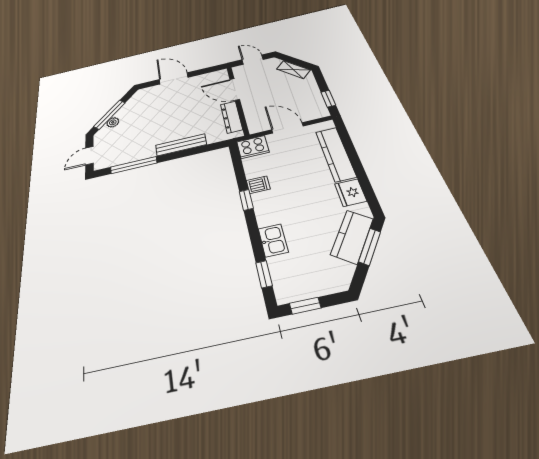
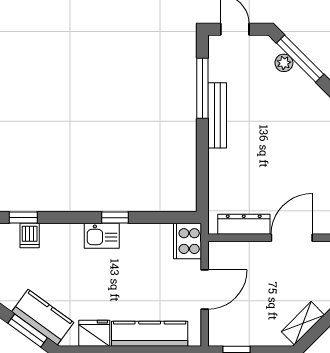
bench: (181, 145) -> (217, 115), moved
dishwasher: (258, 185) -> (30, 236), moved
kitchen sink: (273, 240) -> (102, 236), moved

